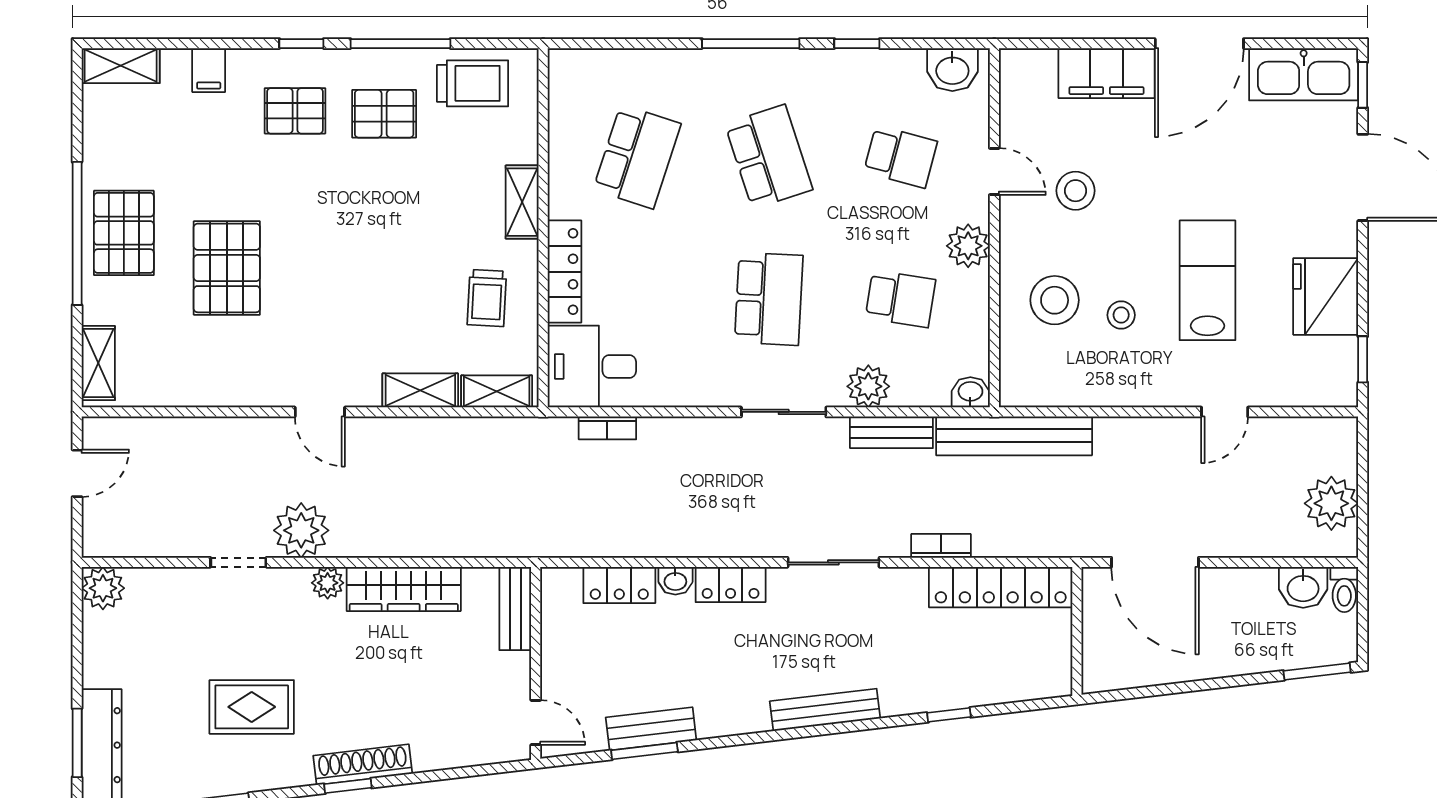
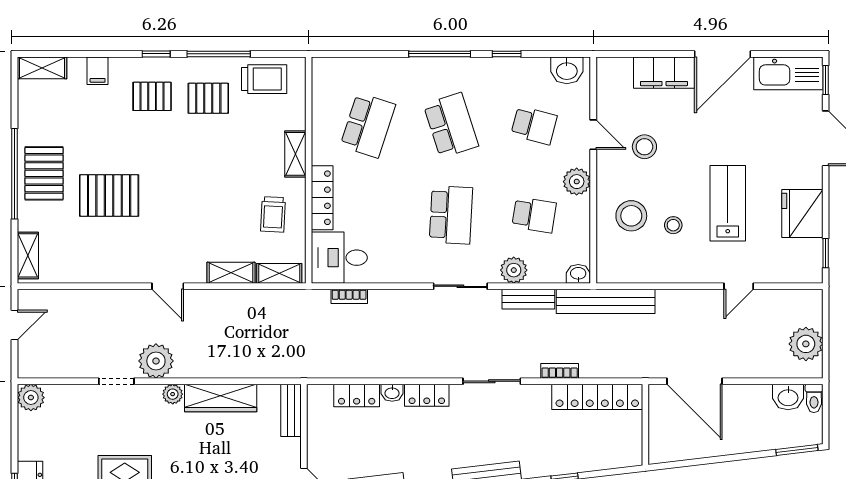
pallet: (227, 268) -> (109, 195), turned 90

